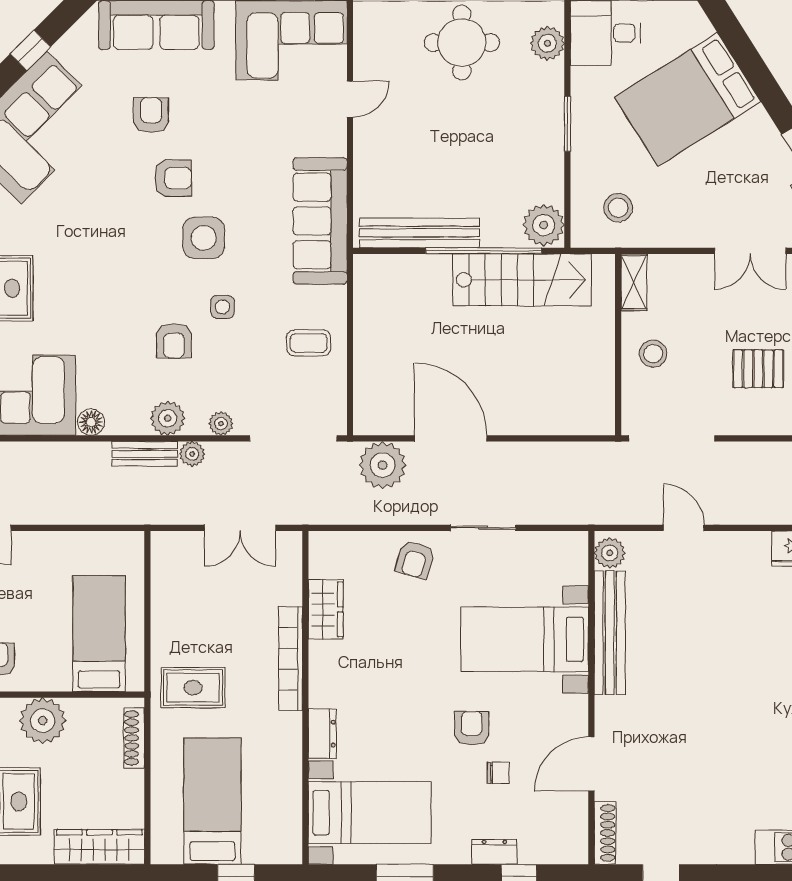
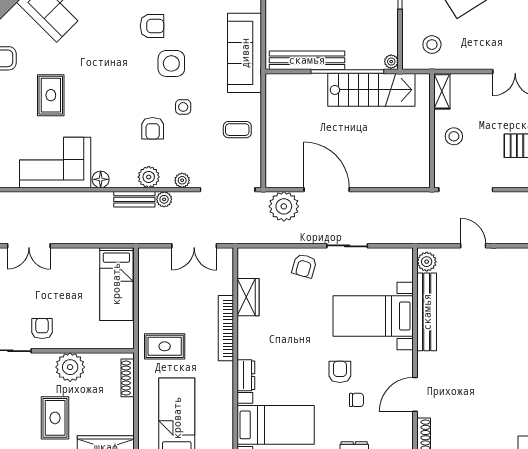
plant: (544, 225) -> (391, 62), width x0.53, depth x0.53
bed: (99, 634) -> (116, 284), moved, turned 180

